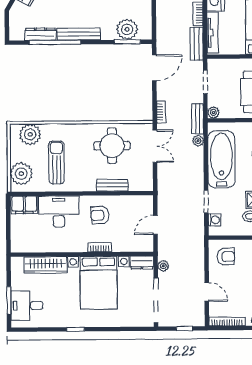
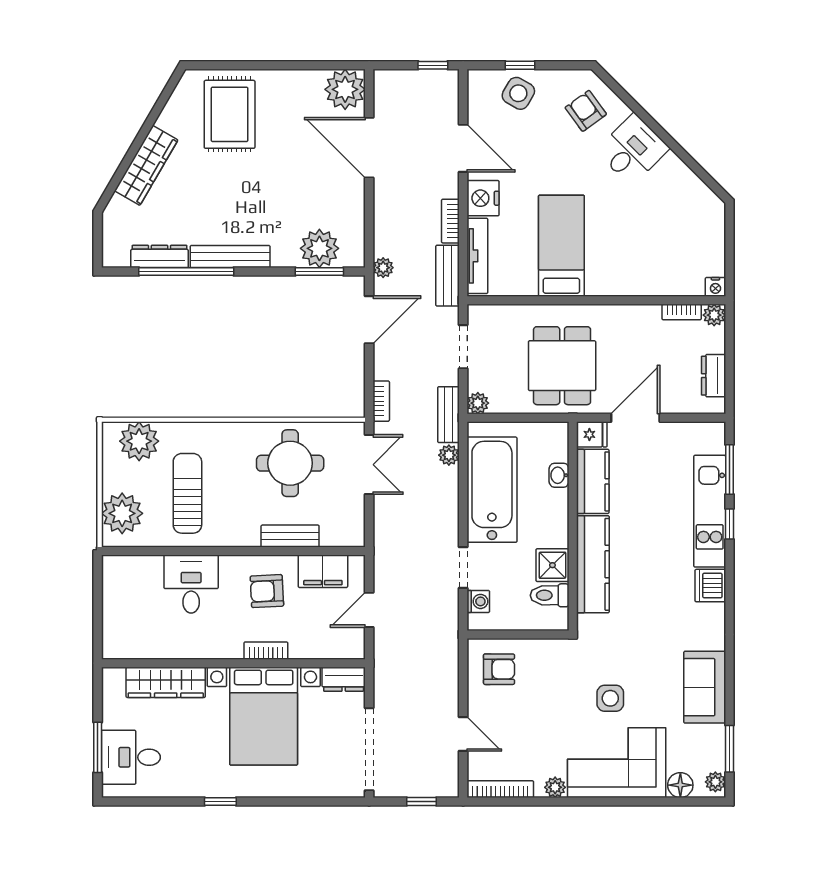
filing cabinet: (24, 205) -> (323, 571), moved
desk: (59, 212) -> (191, 584), width x0.73
plant: (163, 266) -> (383, 268), moved

